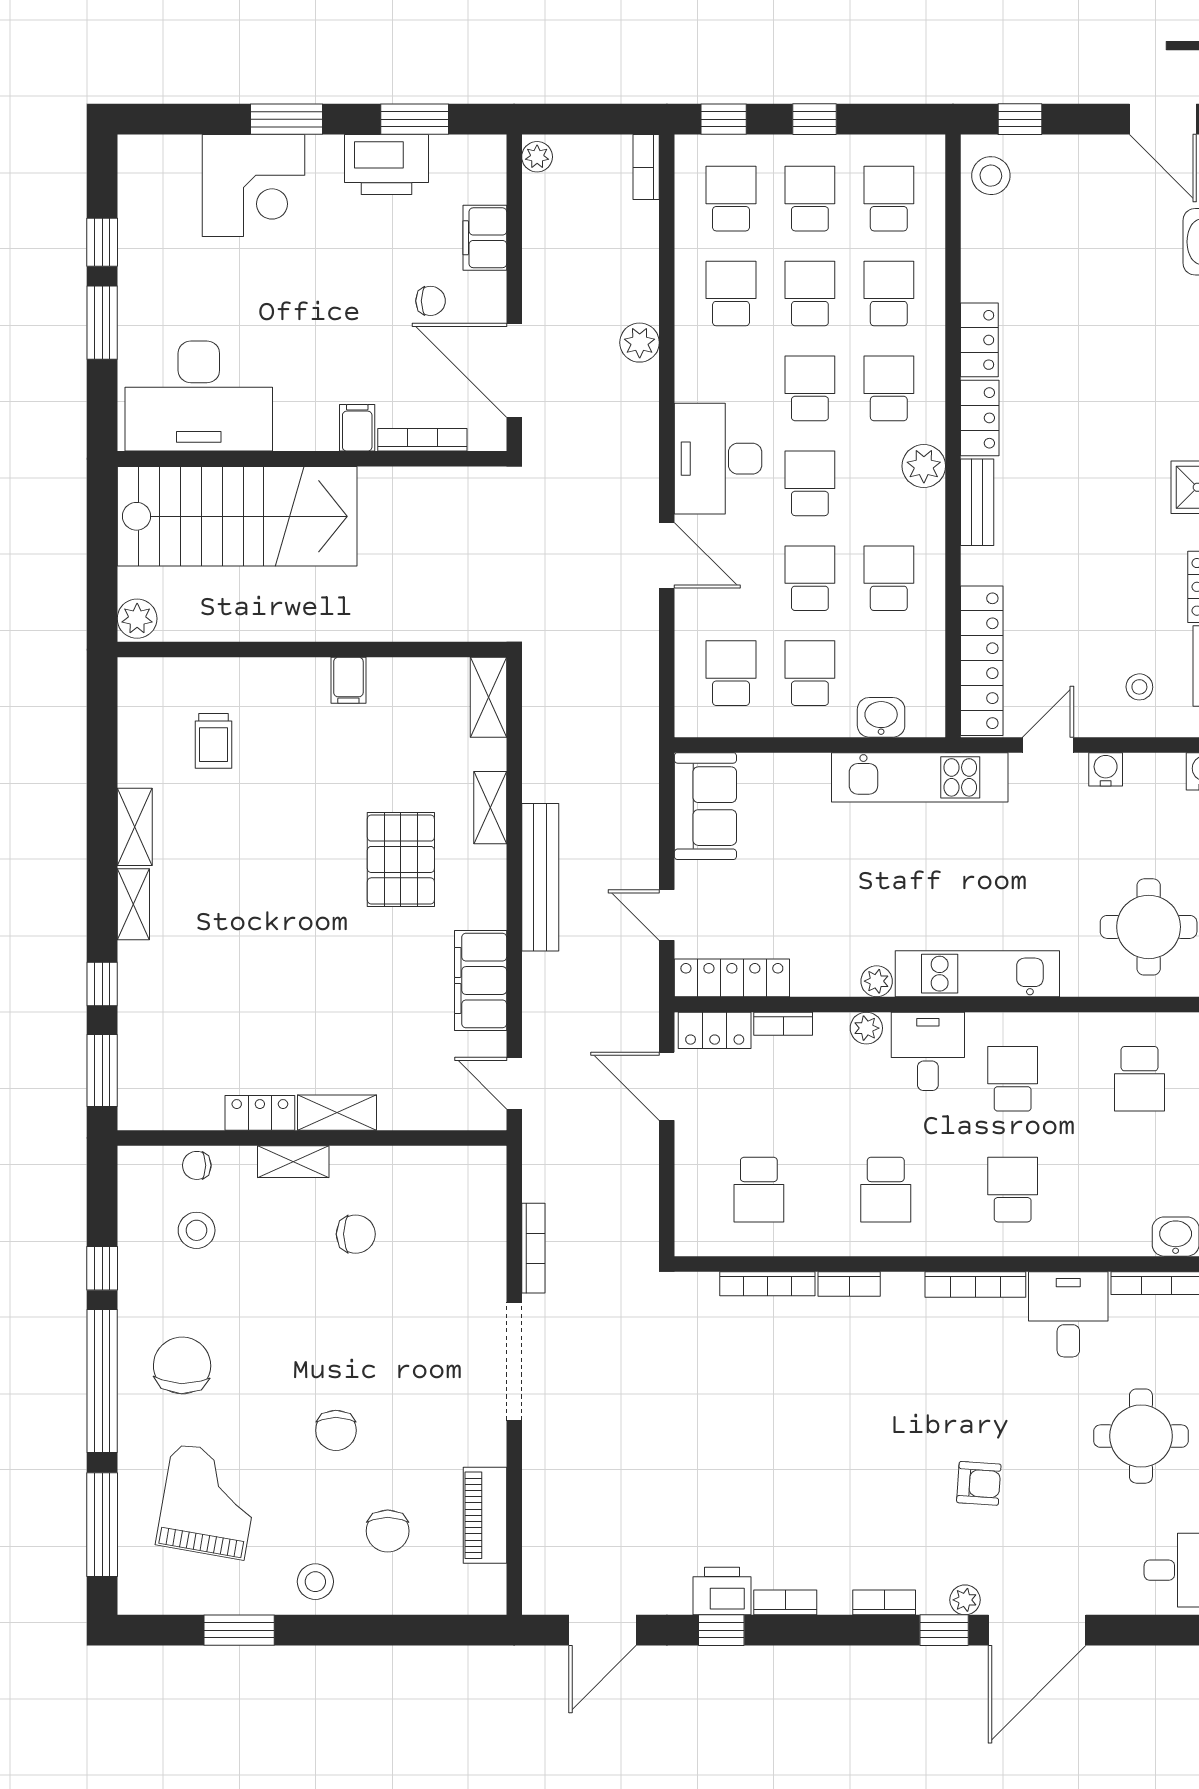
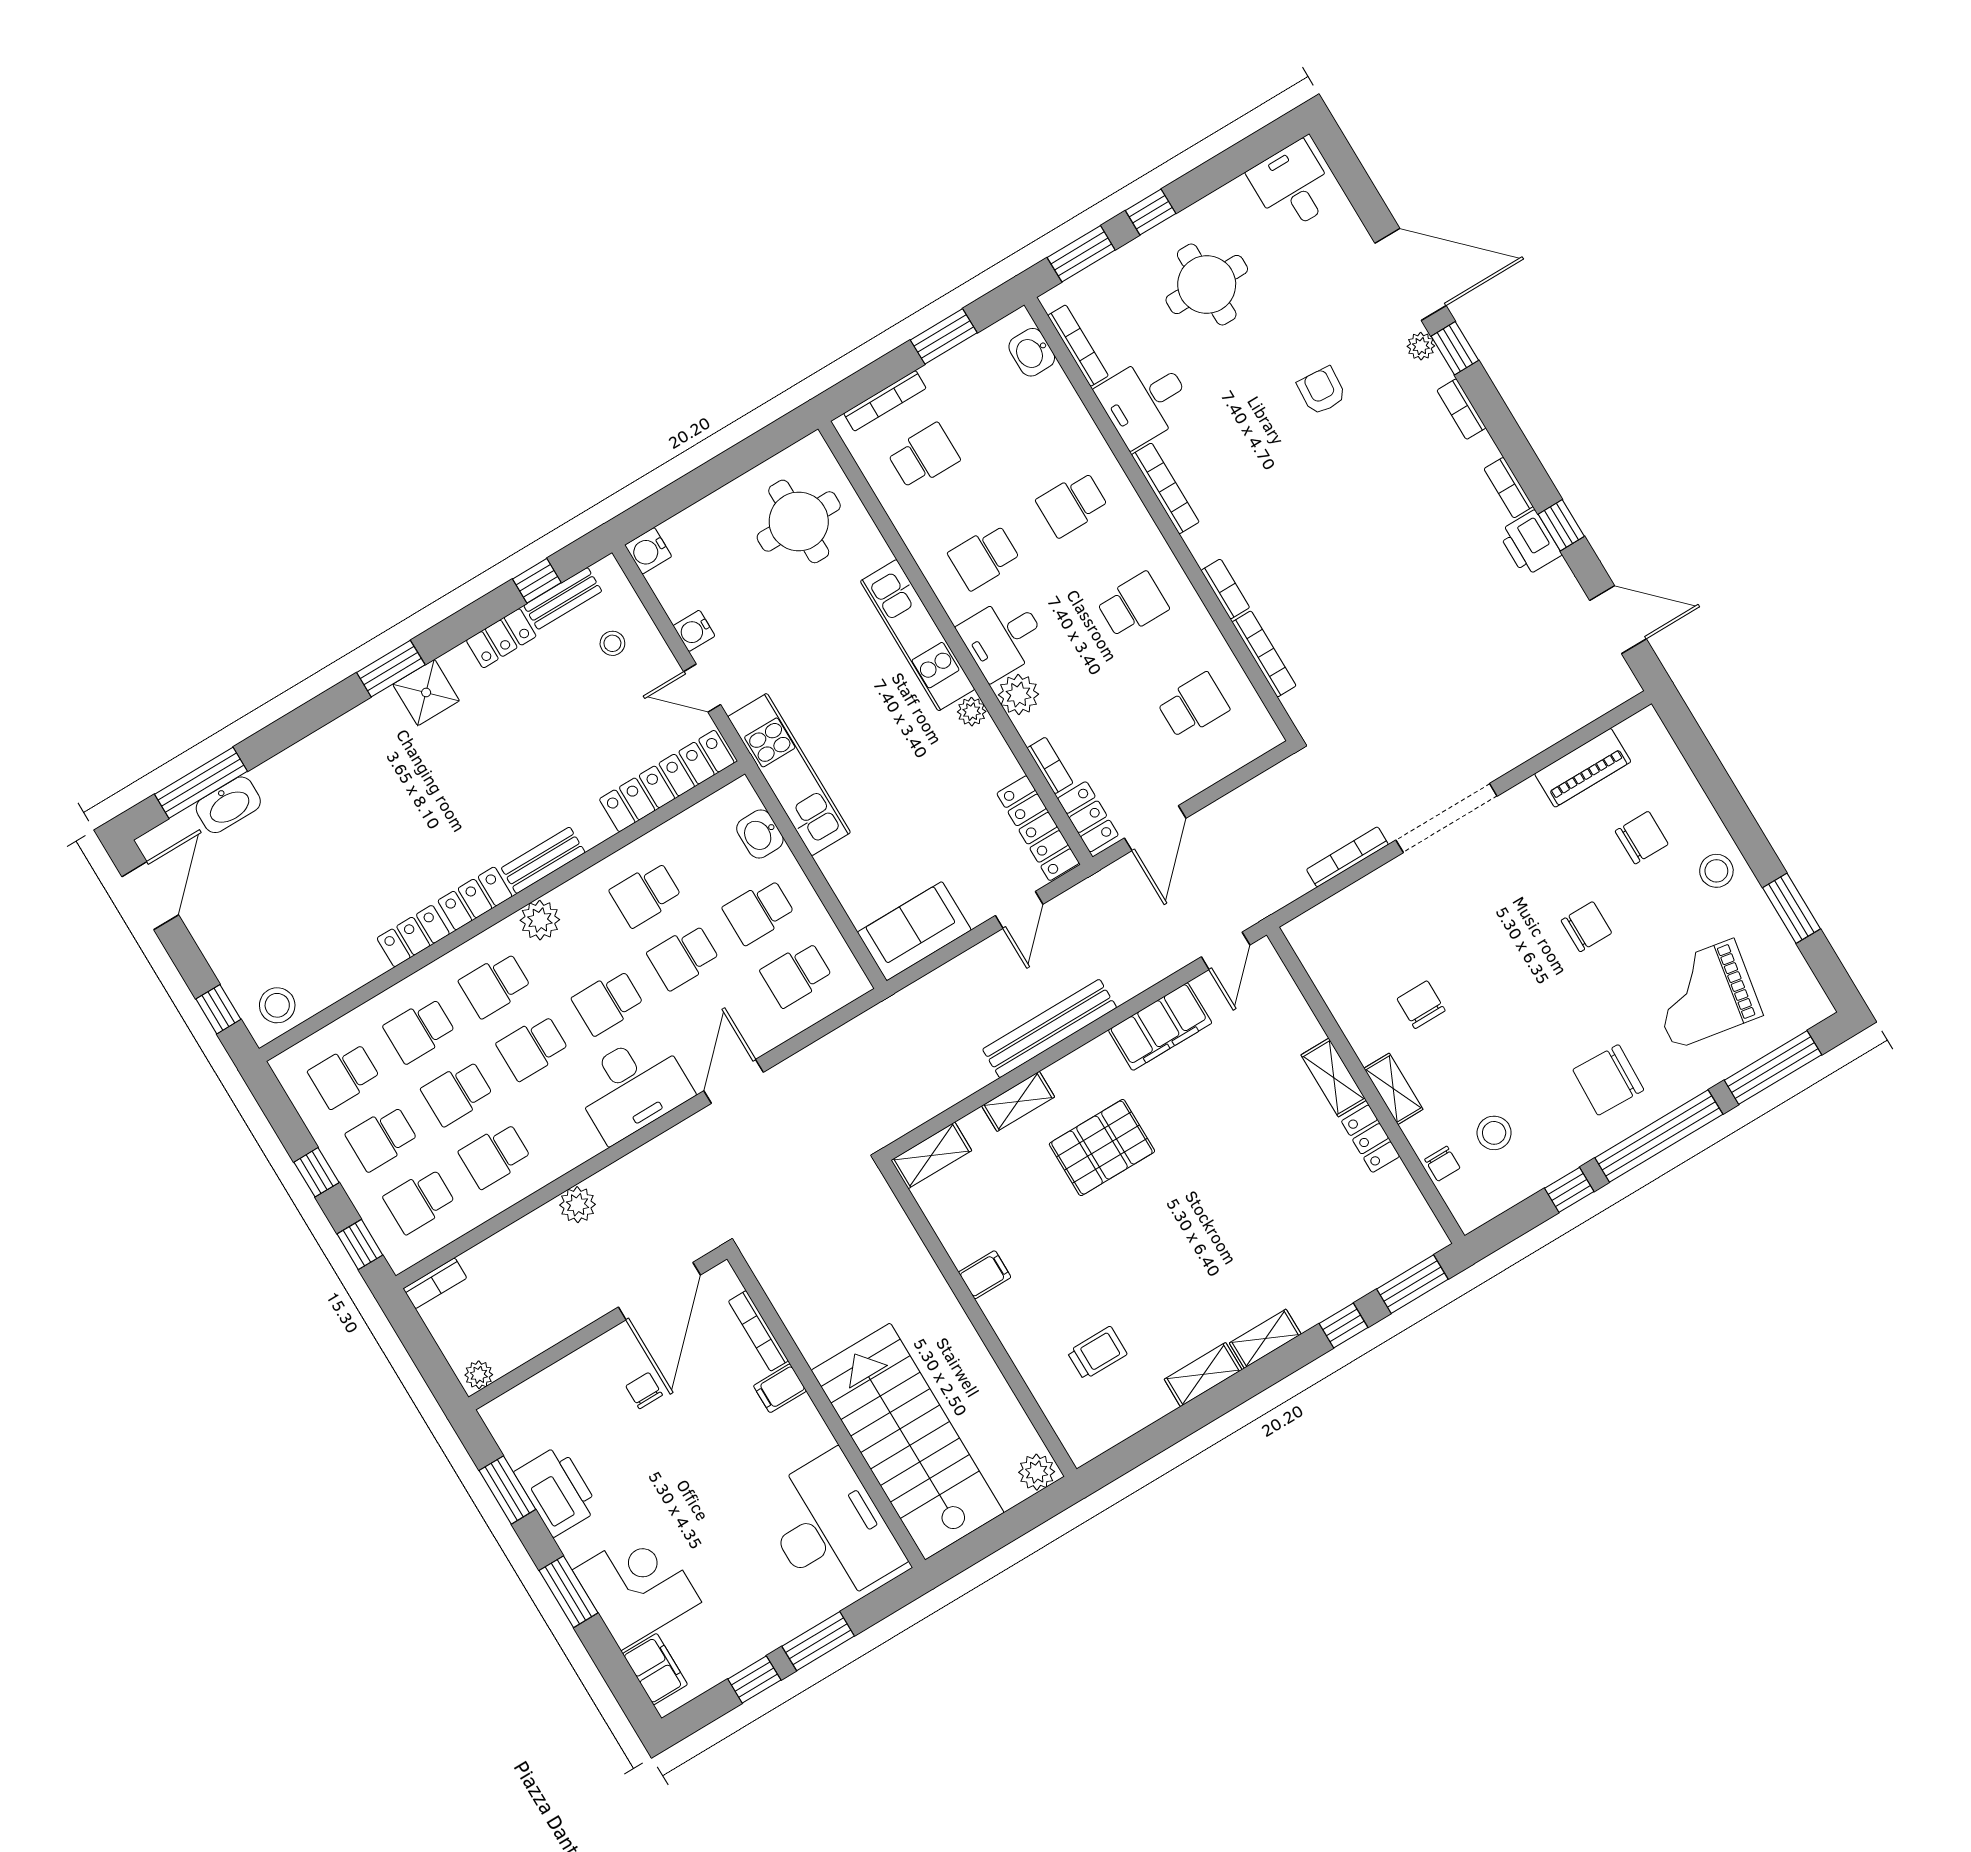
filing cabinet: (485, 238) -> (655, 1669), moved, turned -90
plant: (866, 1028) -> (1019, 695), width x1.38, depth x1.38

